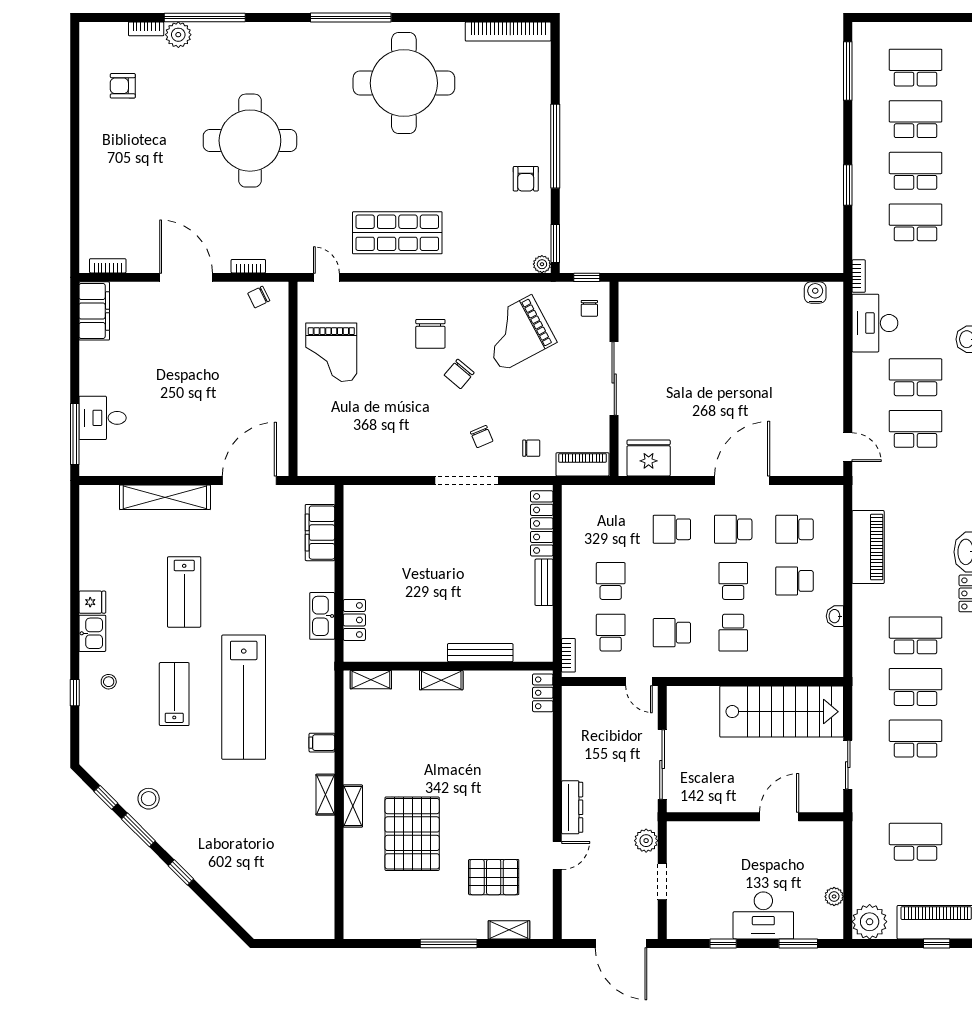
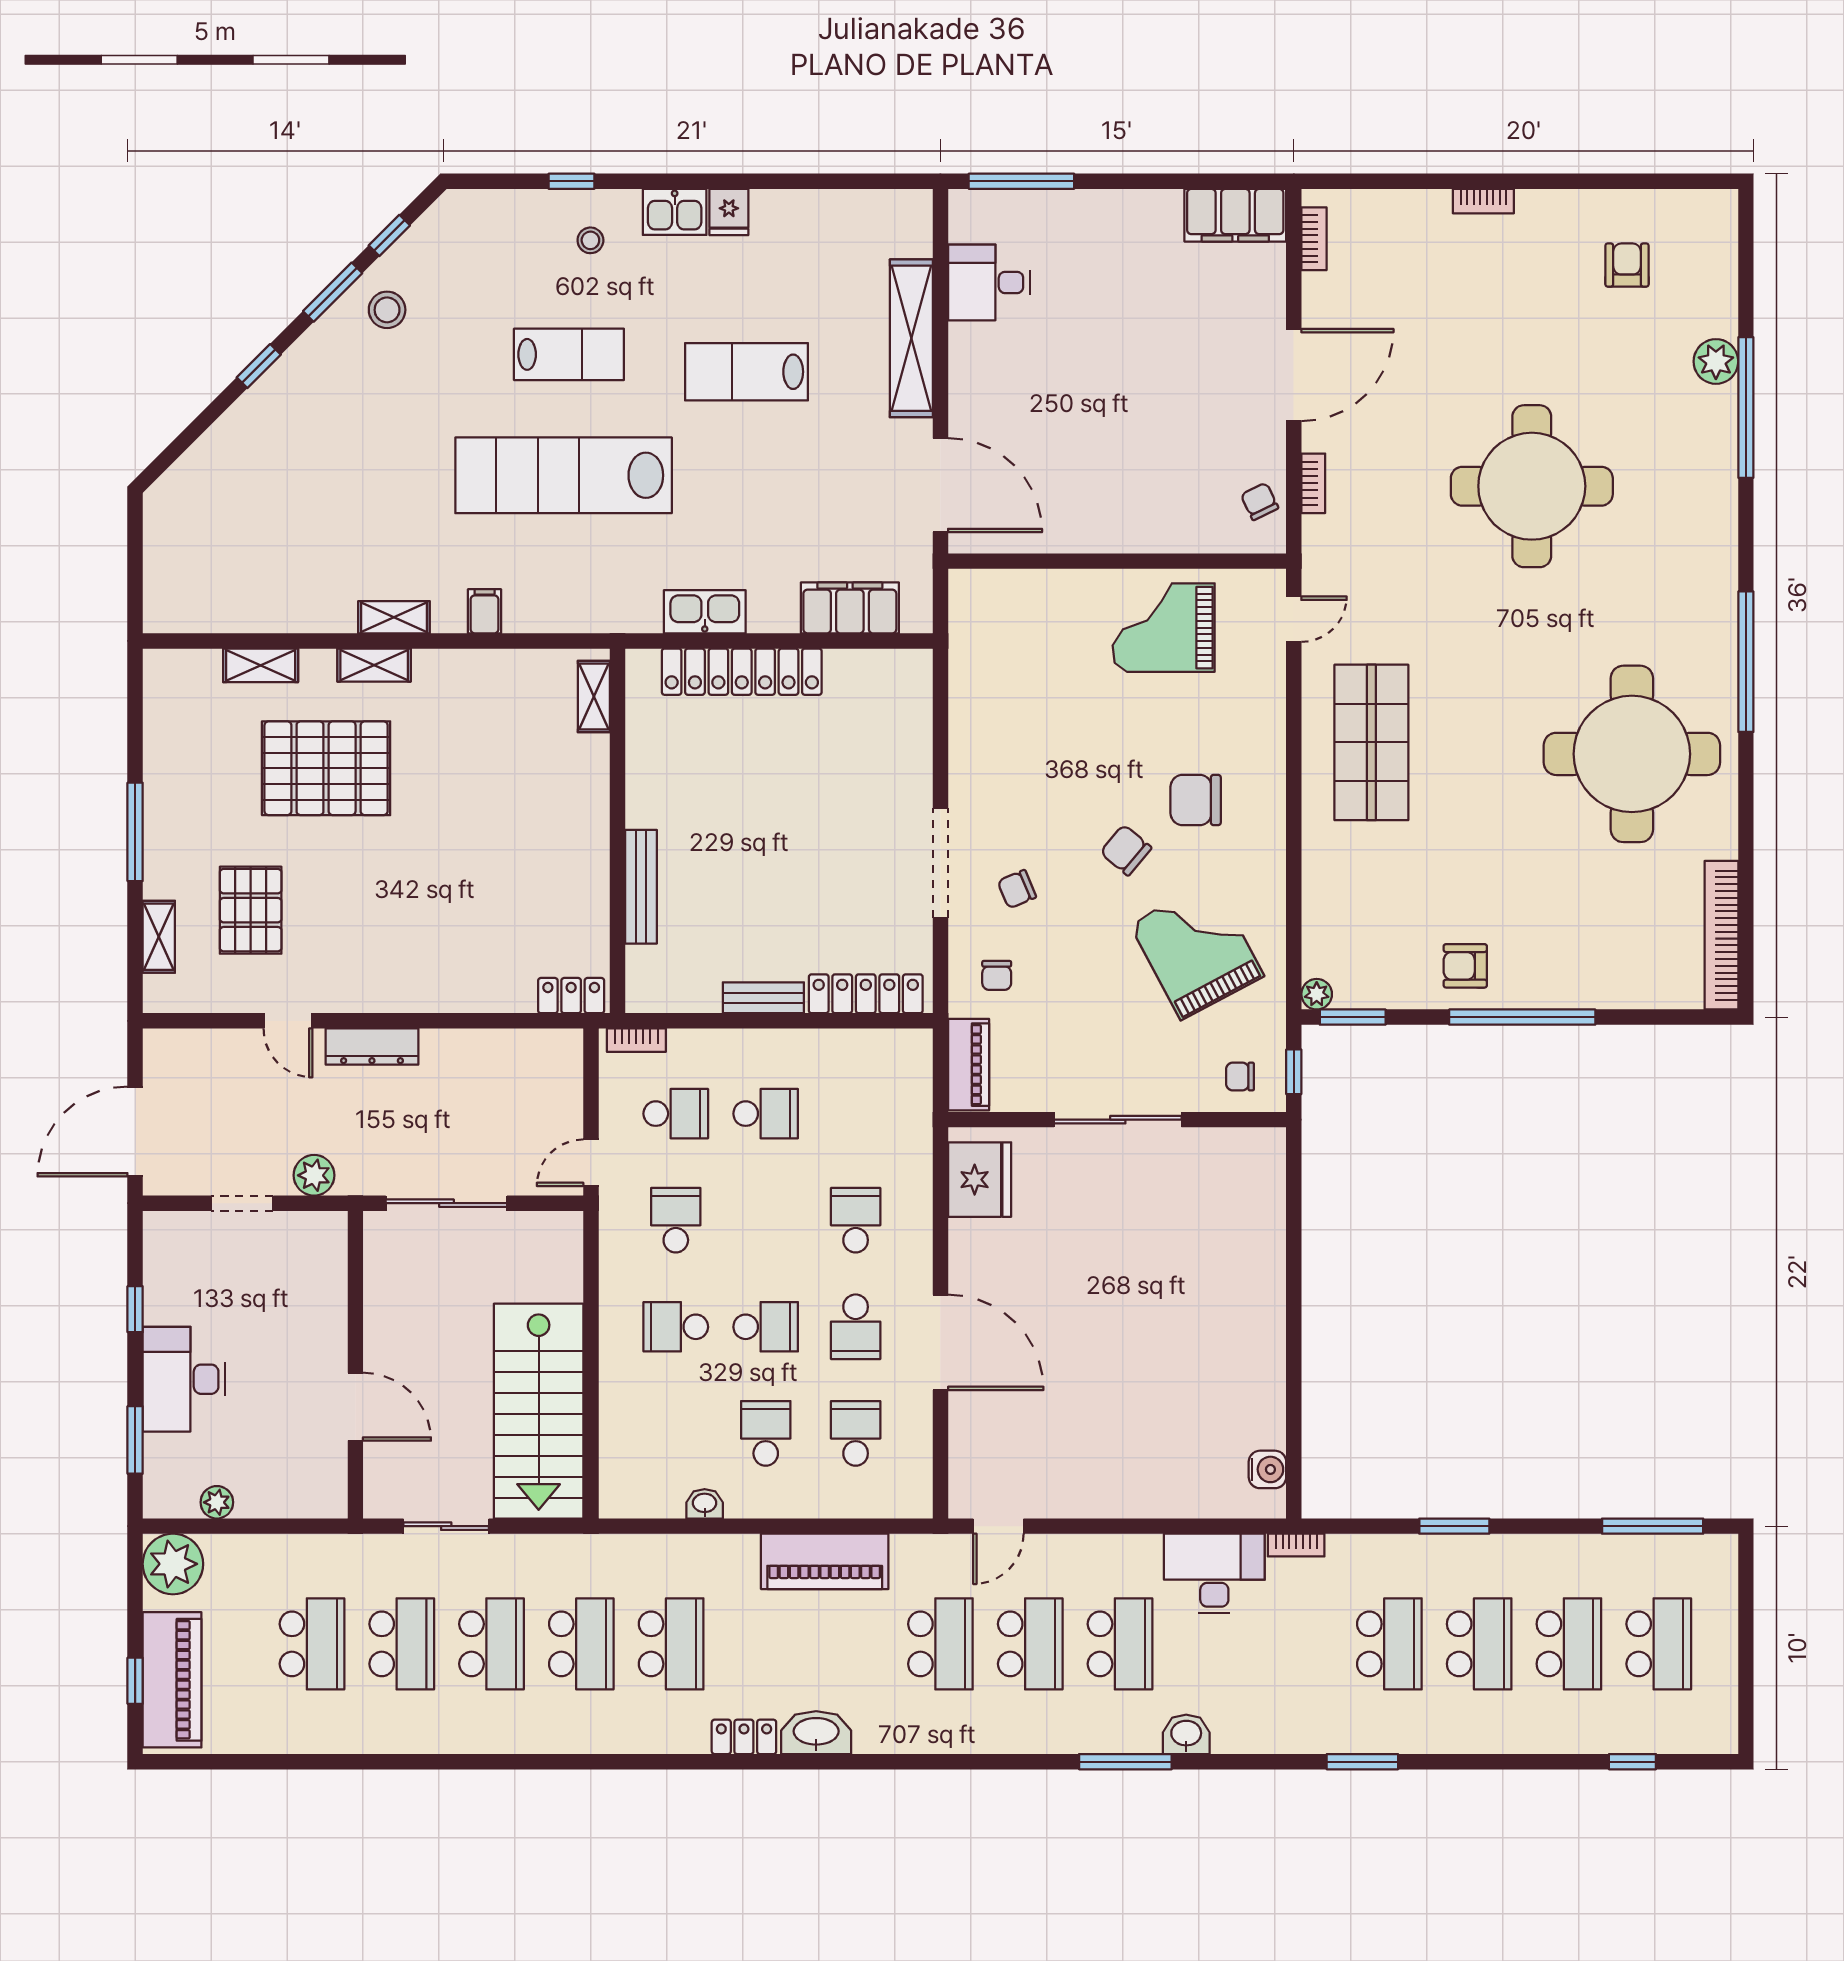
bookcase: (146, 29) -> (1483, 201), moved, turned -90
desk: (103, 418) -> (989, 282), moved, turned -90
school desk: (916, 480) -> (940, 1644), added
school desk: (733, 529) -> (856, 1327), turned 180
locker: (354, 620) -> (742, 672), width x2.16, depth x1.21
shelving: (441, 680) -> (261, 665), moved, turned 90
school desk: (916, 790) -> (402, 1644), added

